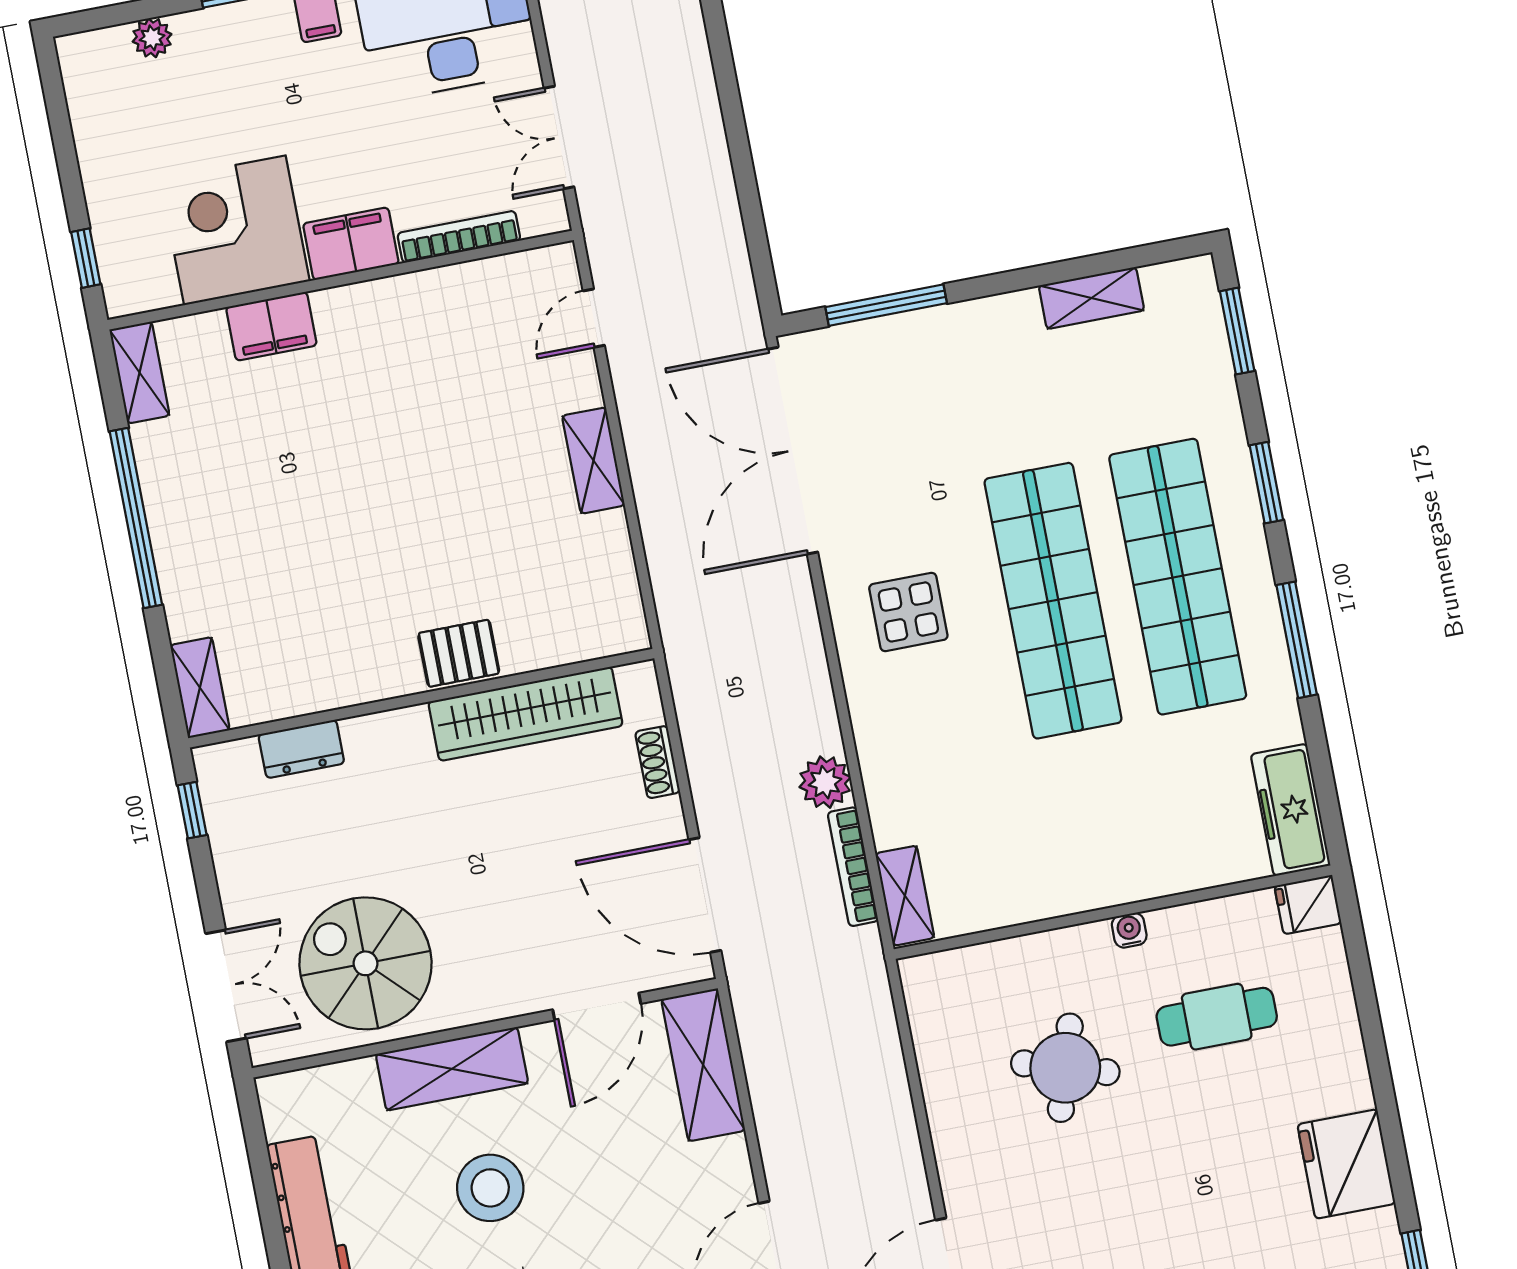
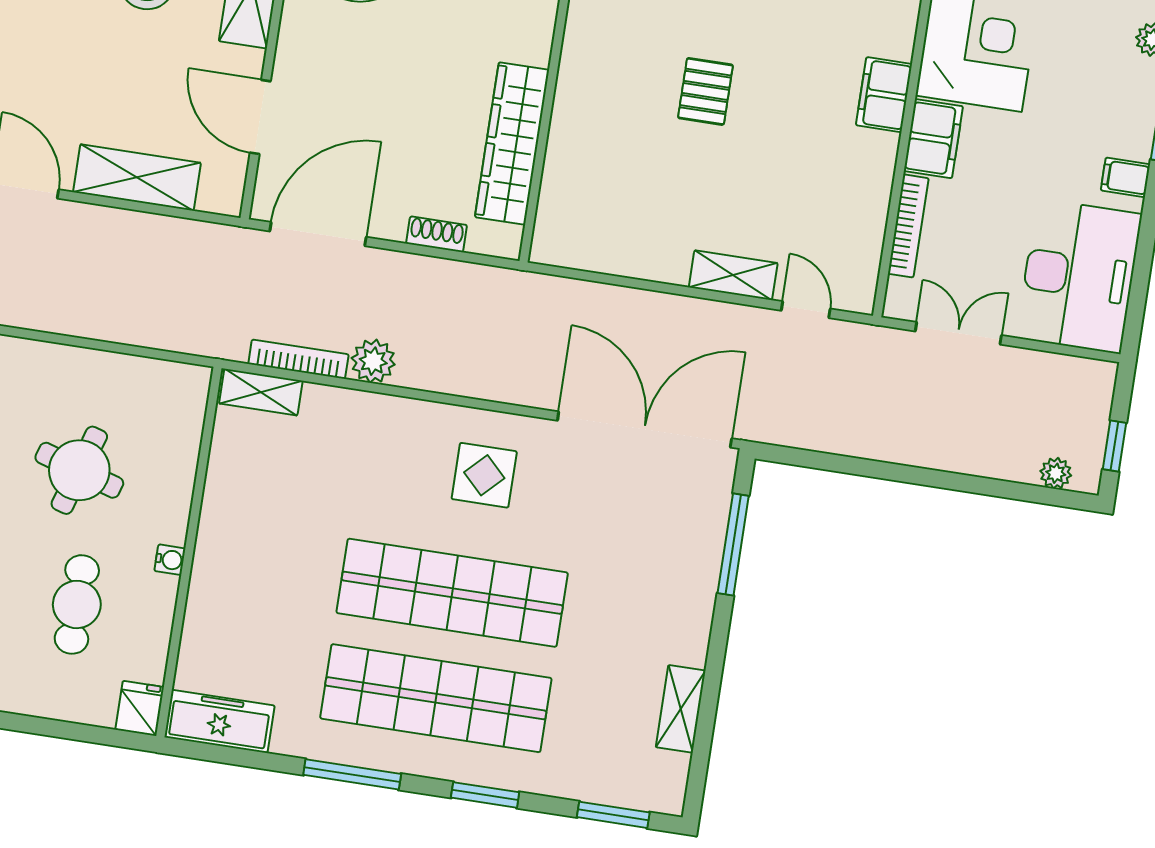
filing cabinet: (271, 326) -> (884, 95), moved
shelving: (593, 461) -> (733, 275), moved
pallet: (459, 653) -> (705, 91), moved
shelving: (703, 1065) -> (137, 177), moved

